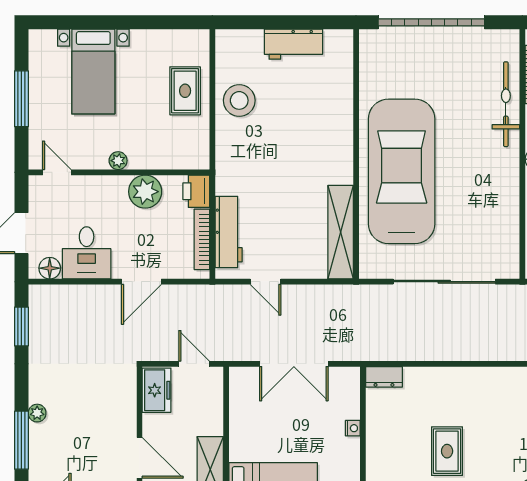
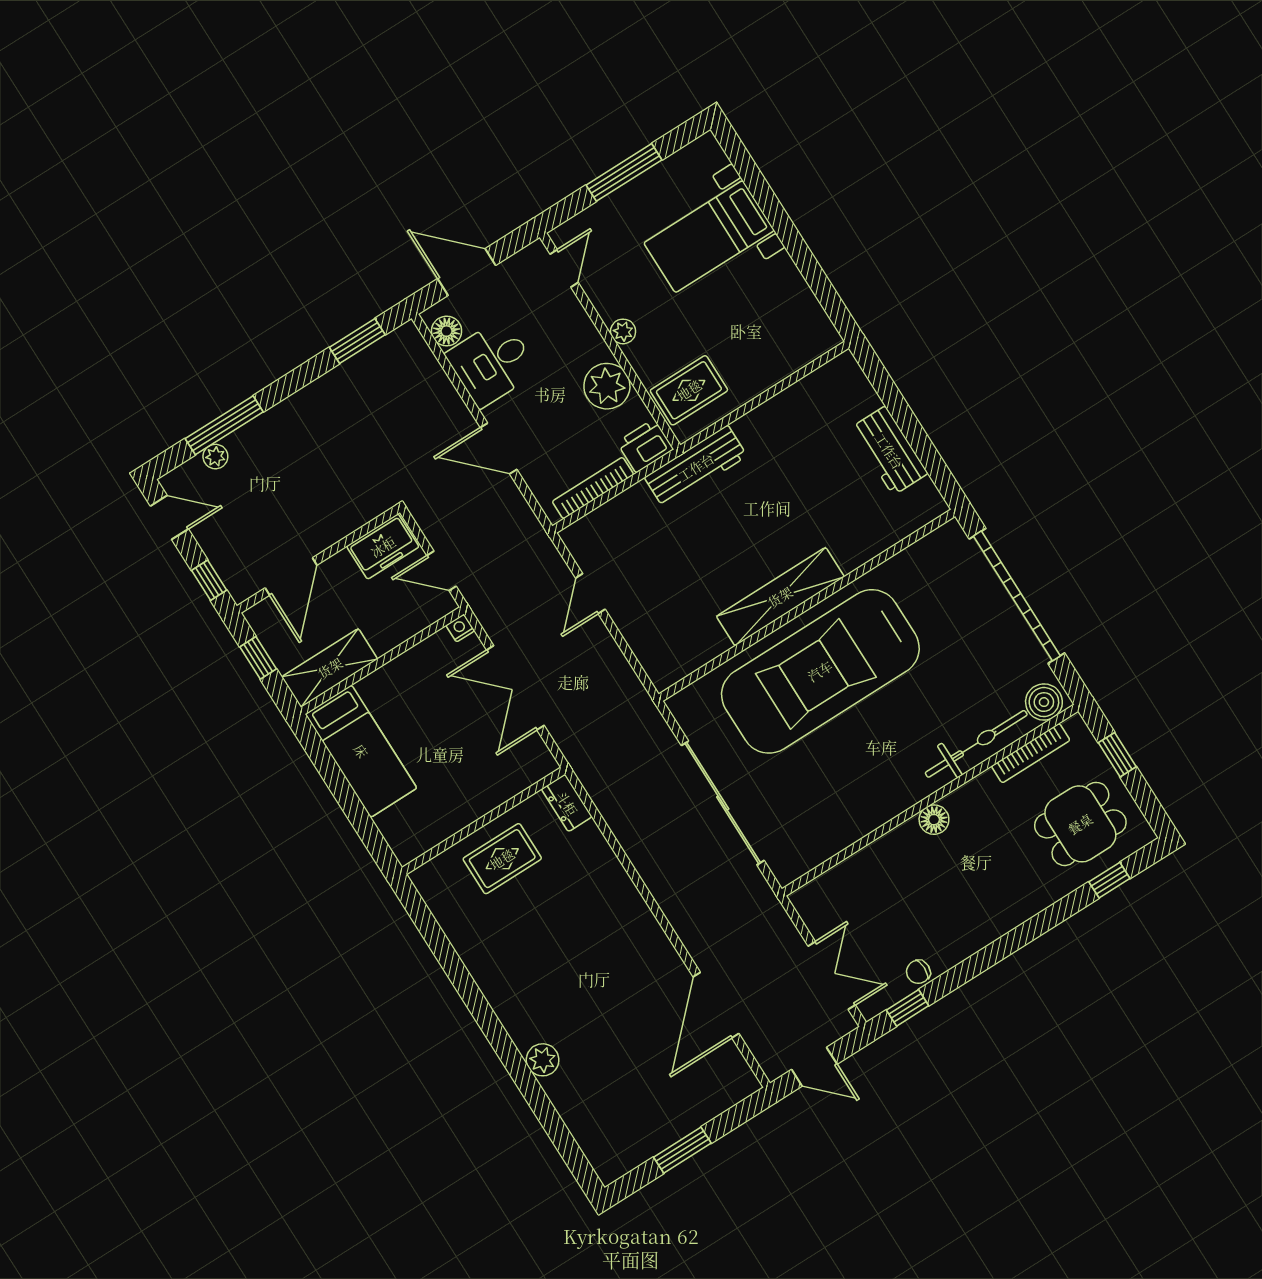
boiler: (507, 47) -> (1044, 702), added
rug: (185, 91) -> (689, 390), moved
stool: (239, 100) -> (783, 429), removed
car: (402, 171) -> (820, 671), turned 180
workbench: (229, 232) -> (696, 467), moved
shelving: (341, 232) -> (780, 597), moved
door: (194, 364) -> (441, 571), swing flipped
plant: (37, 413) -> (215, 457), moved
nightstand: (353, 428) -> (460, 628), moved, turned 180
rug: (447, 451) -> (502, 859), moved

